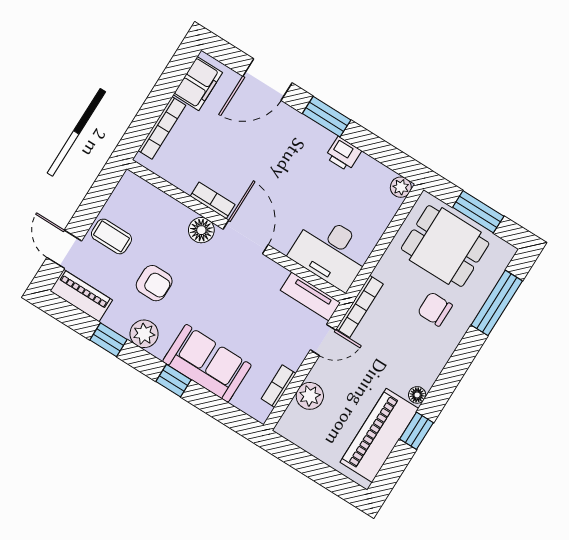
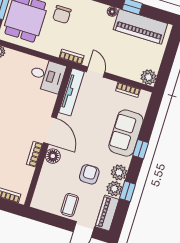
door: (246, 237) -> (50, 130), swing flipped
desk: (331, 252) -> (47, 76), width x0.73
tv unit: (310, 296) -> (71, 92), width x1.41
bookcase: (360, 306) -> (72, 57), width x0.64
plant: (119, 319) -> (114, 189), added
plant: (310, 396) -> (149, 77), moved

